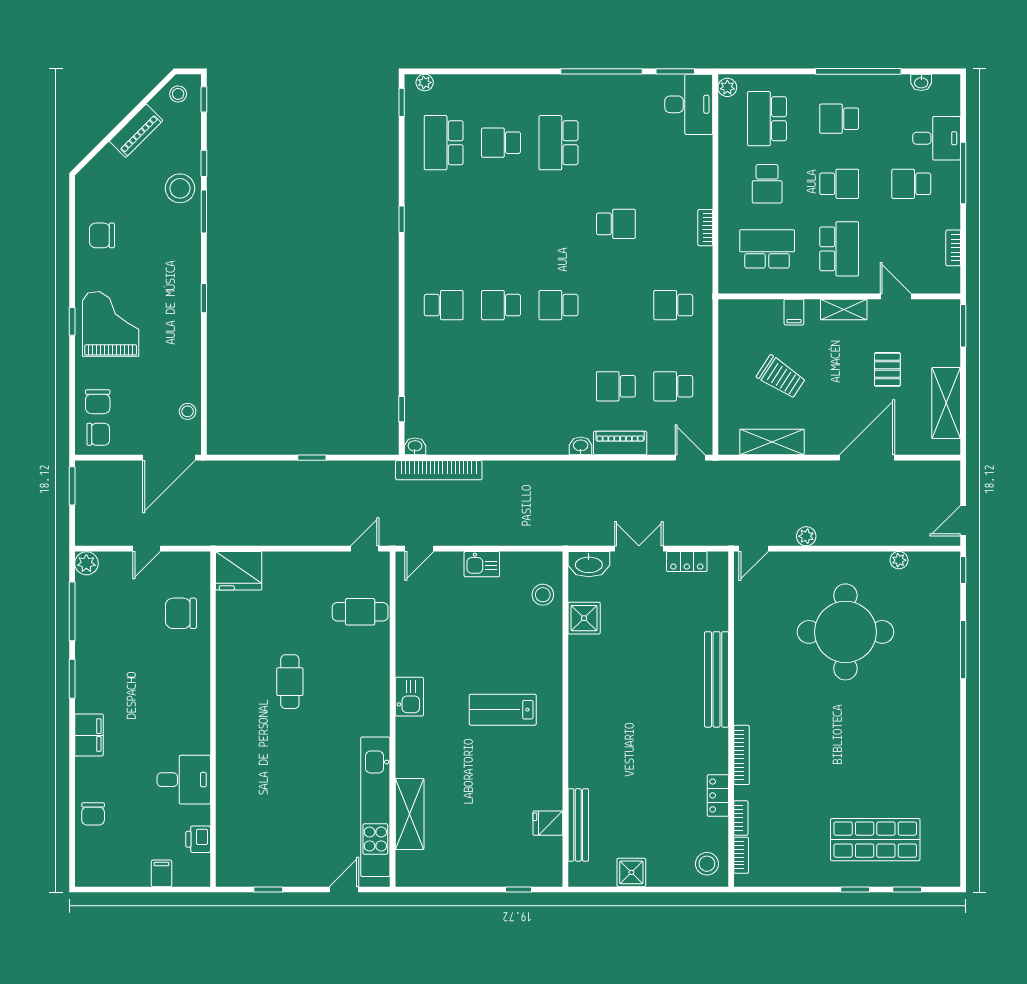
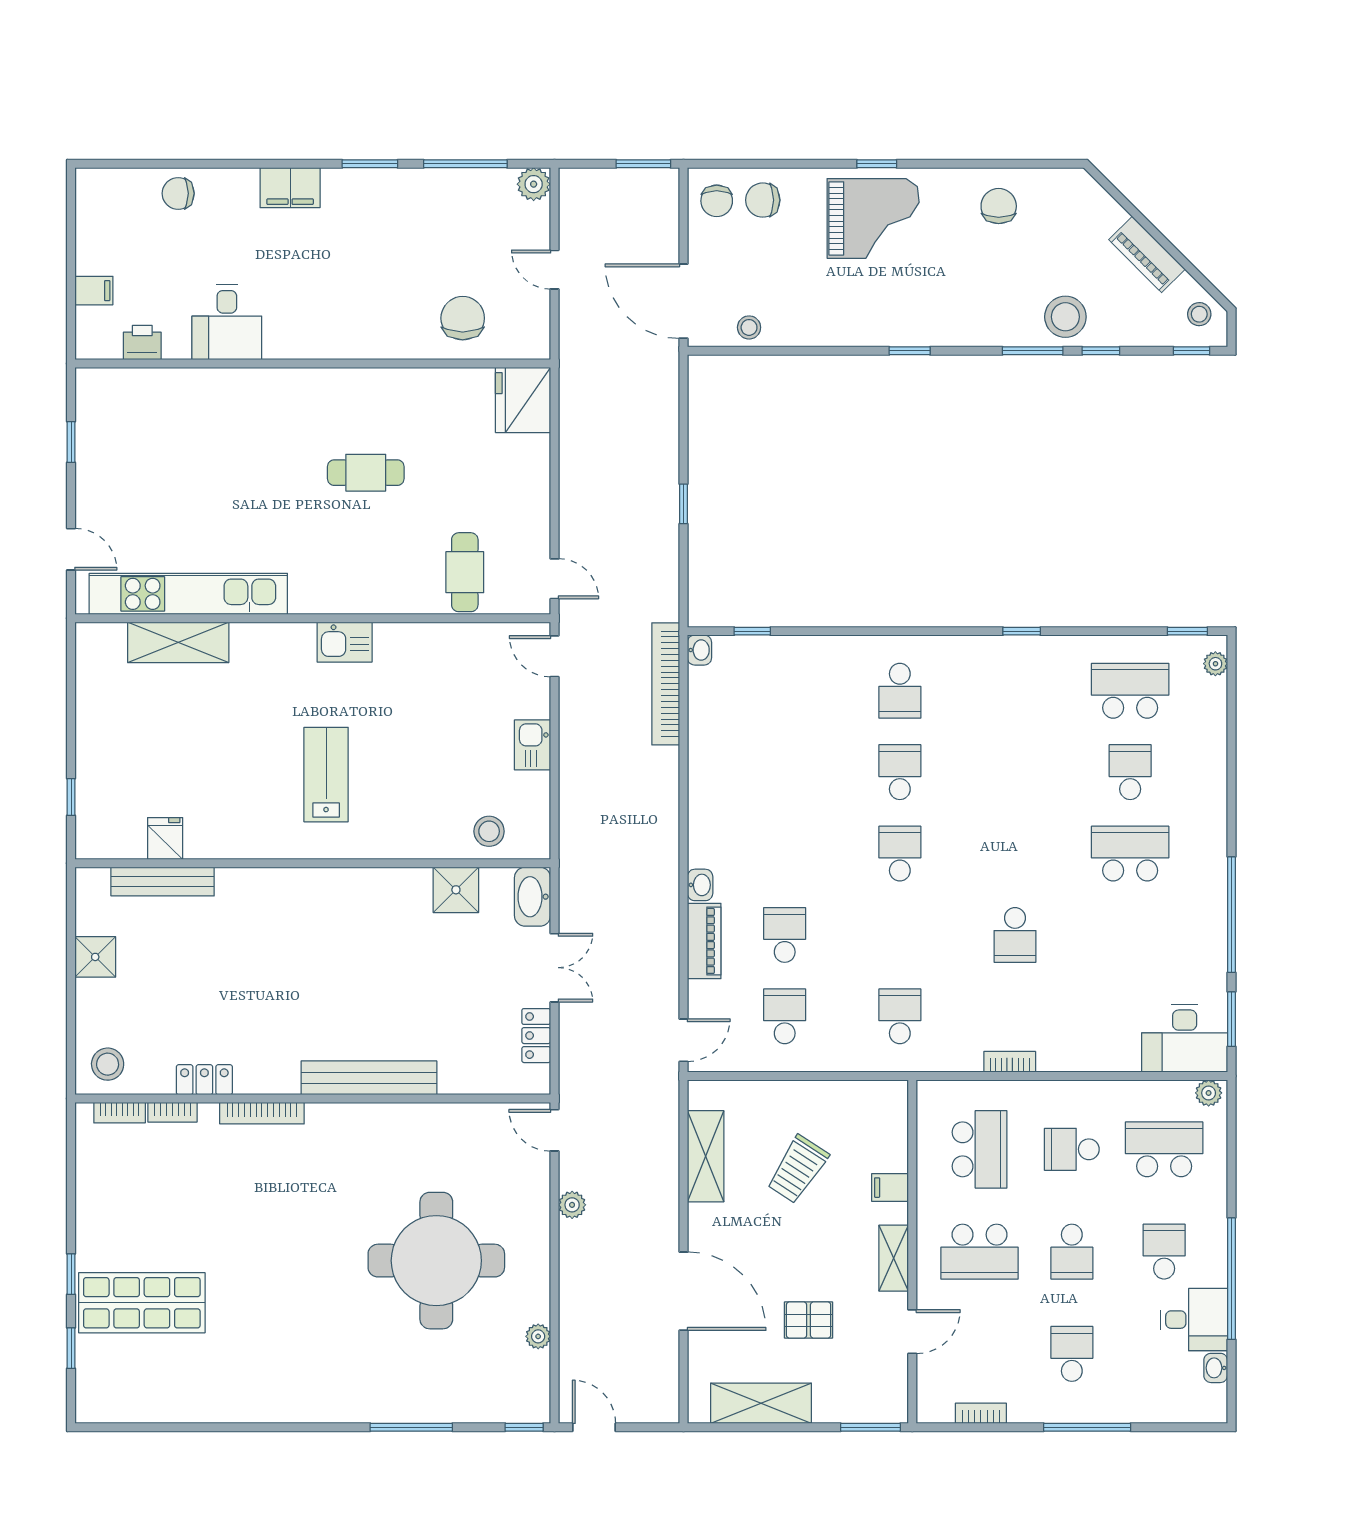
desk: (937, 138) -> (1194, 1320), moved, turned -90
shop shelf: (875, 840) -> (142, 1303), turned 90

